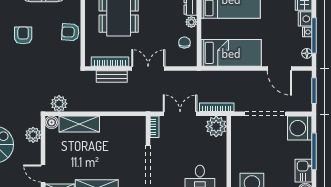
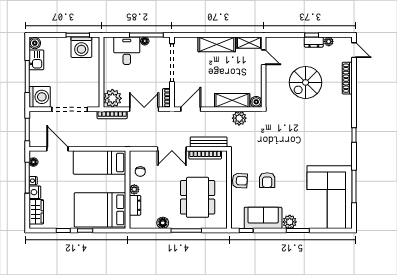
armchair: (23, 35) -> (267, 180), moved
bench: (112, 76) -> (209, 142), width x1.36
plant: (59, 104) -> (239, 118), moved
door: (127, 114) -> (191, 109), added
double door: (180, 114) -> (144, 109), swing flipped
plant: (33, 135) -> (272, 91), removed

